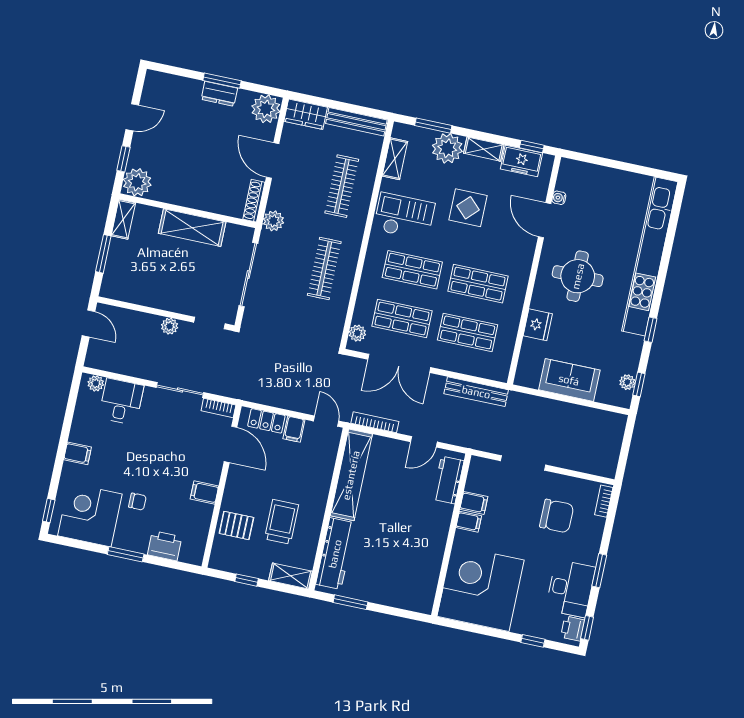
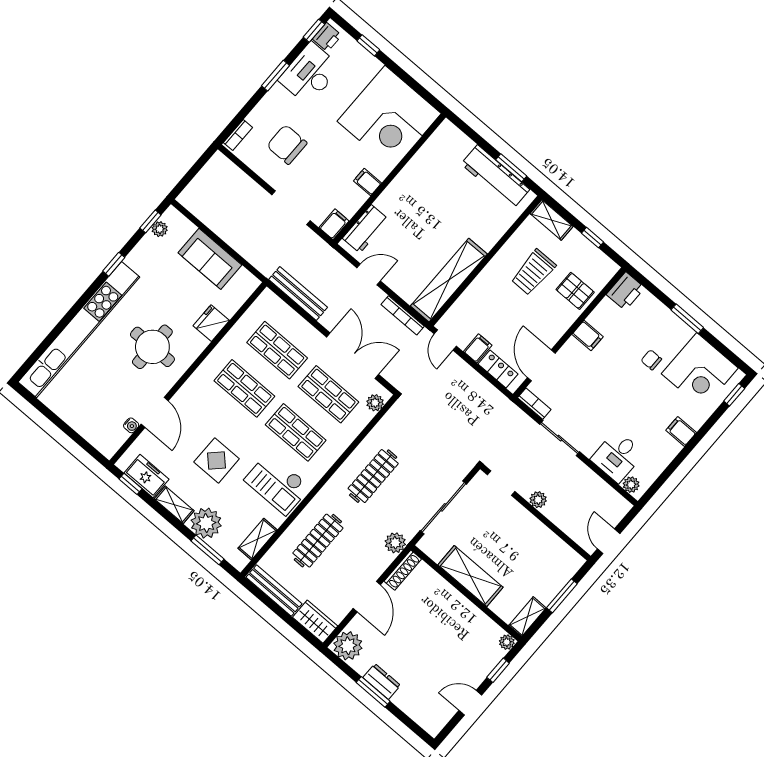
plant: (137, 182) -> (507, 642), width x0.53, depth x0.53
filing cabinet: (474, 503) -> (334, 224), moved, turned 90
printer: (165, 546) -> (625, 291), moved, turned -90
workbench: (335, 554) -> (495, 177), moved, turned -90

